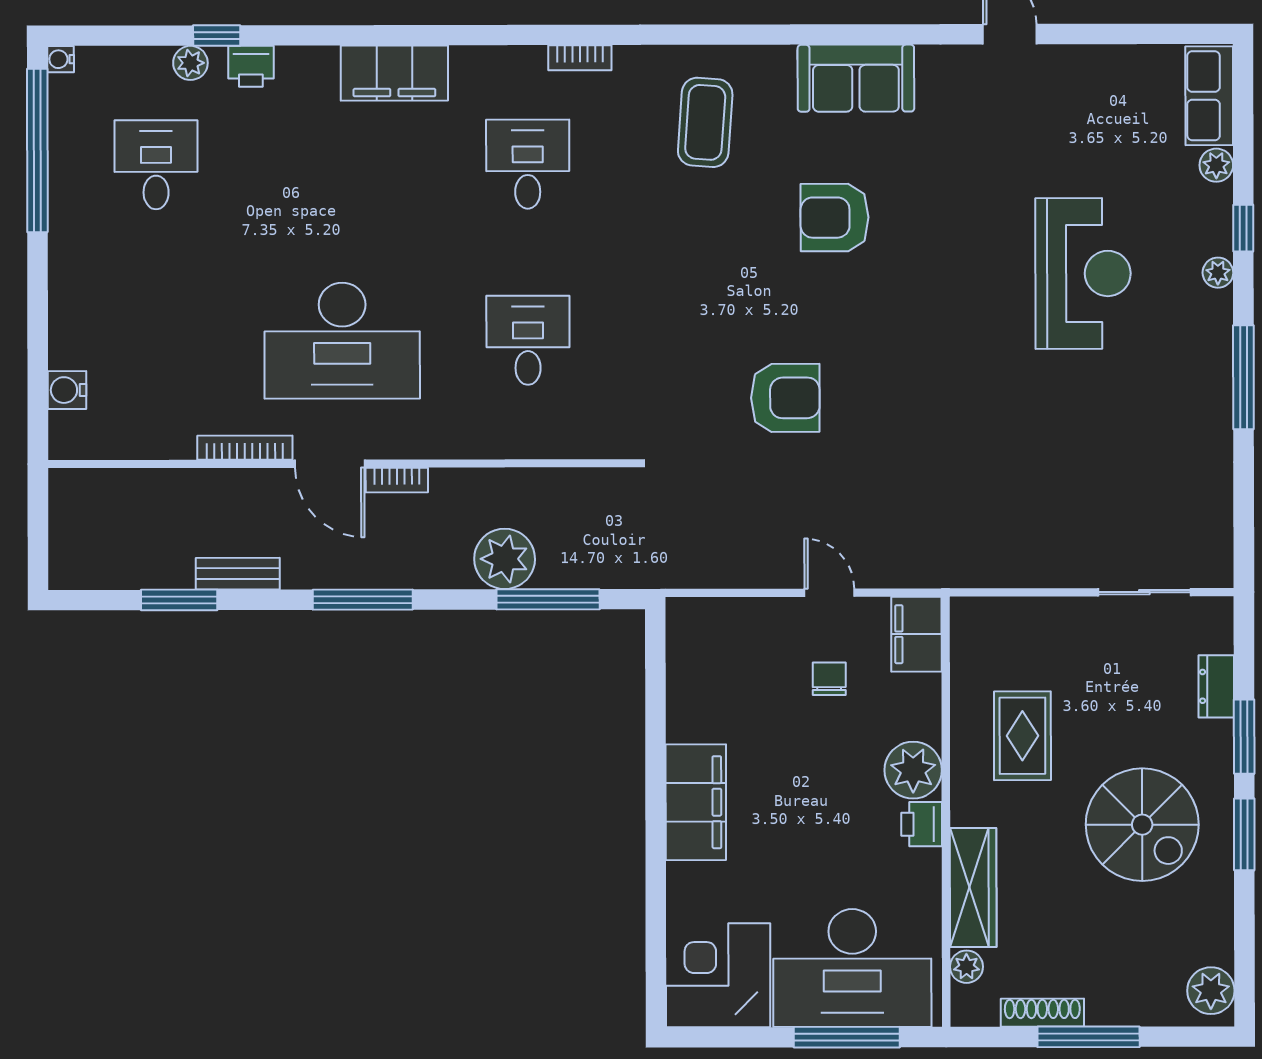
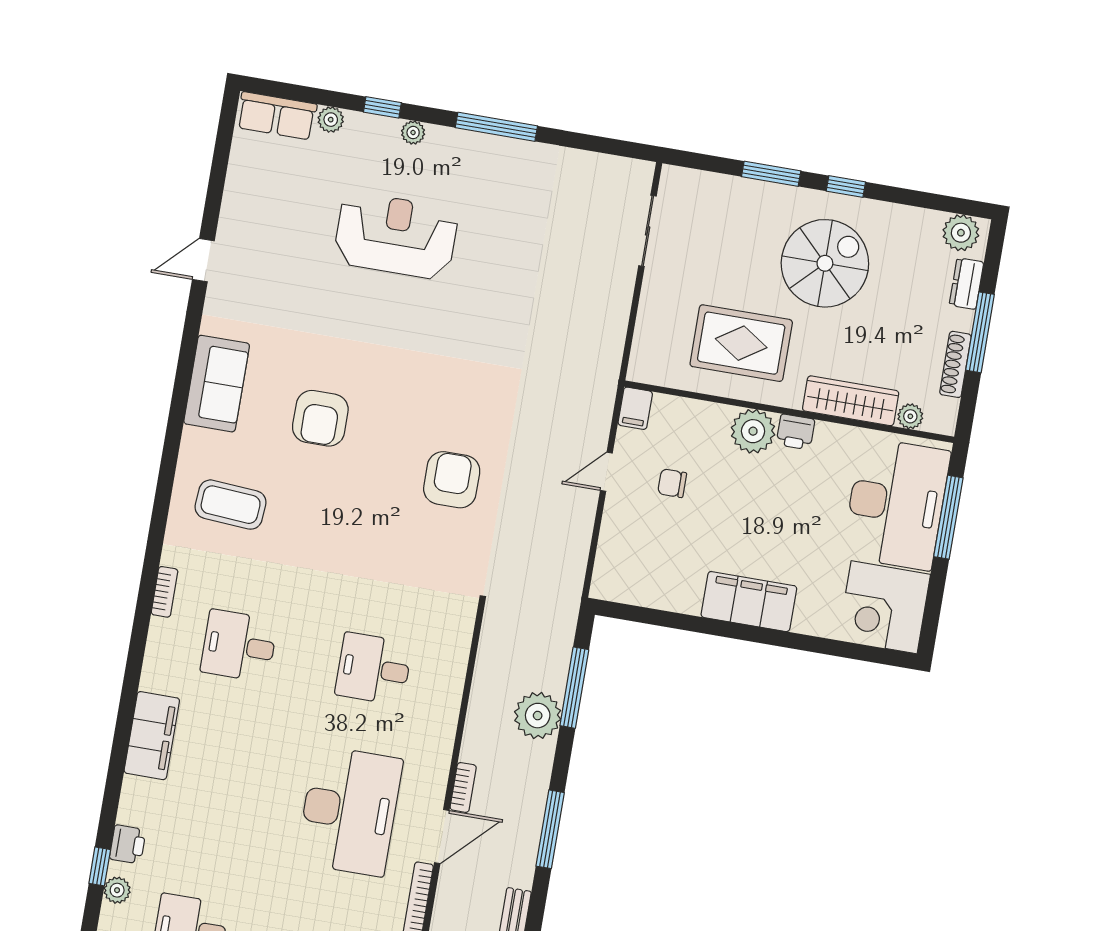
filing cabinet: (916, 634) -> (635, 408), width x0.50
dresser: (1216, 686) -> (967, 284), moved, turned 90
rug: (1022, 736) -> (741, 343), width x1.36, depth x1.43
window: (1244, 834) -> (846, 187), width x0.67

